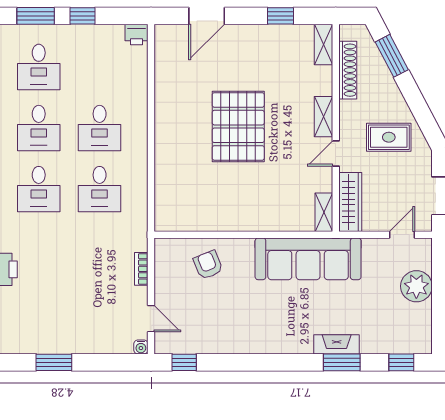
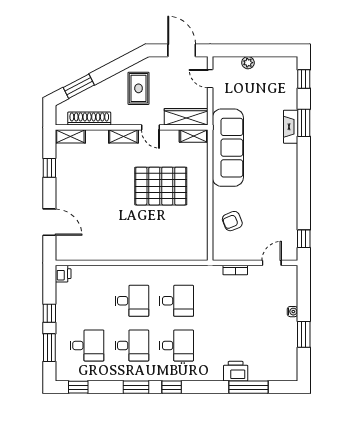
pallet: (238, 126) -> (161, 186), moved
plant: (416, 286) -> (248, 63), width x0.53, depth x0.53
water cooler: (141, 347) -> (293, 312), moved

